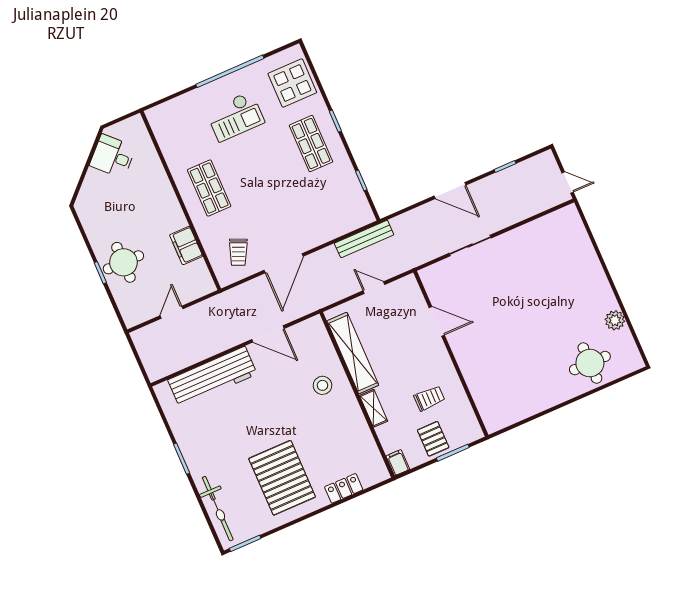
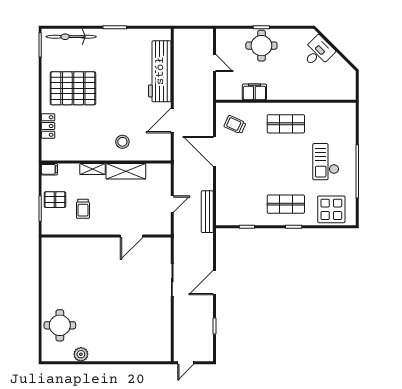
desk: (113, 156) -> (318, 52), moved
shelving: (353, 353) -> (126, 171), width x0.68

